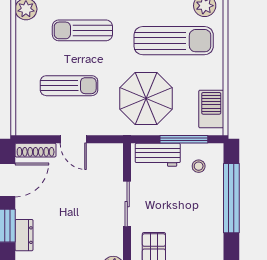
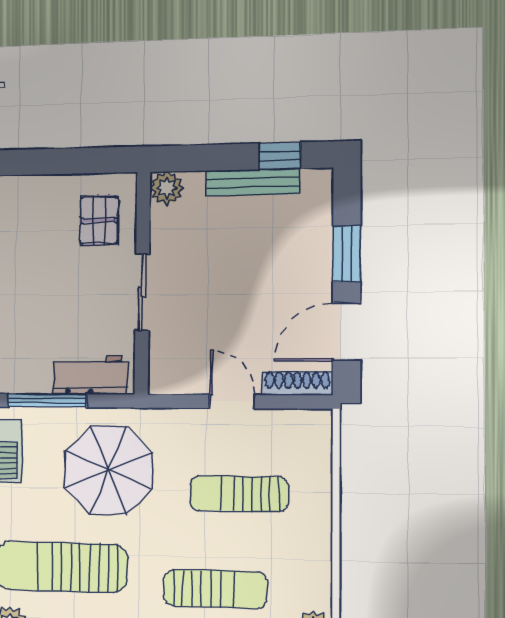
stool: (199, 166) -> (24, 356), removed
dresser: (24, 235) -> (318, 238), removed

